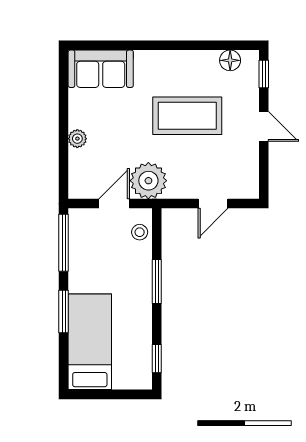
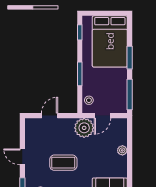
coffee table: (187, 116) -> (63, 163), width x0.73, depth x0.76
bed: (90, 342) -> (110, 41), width x1.50

